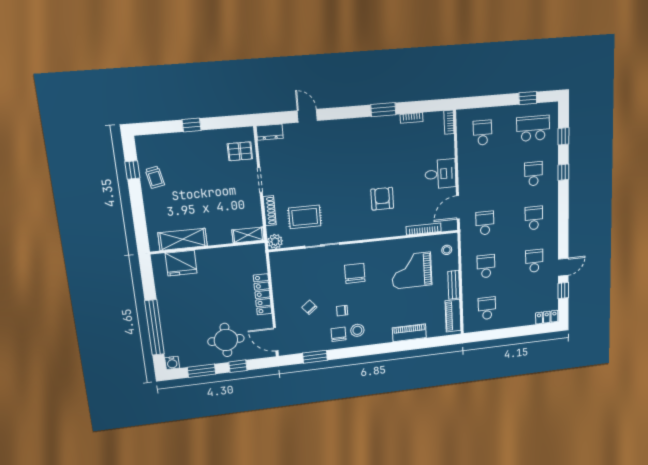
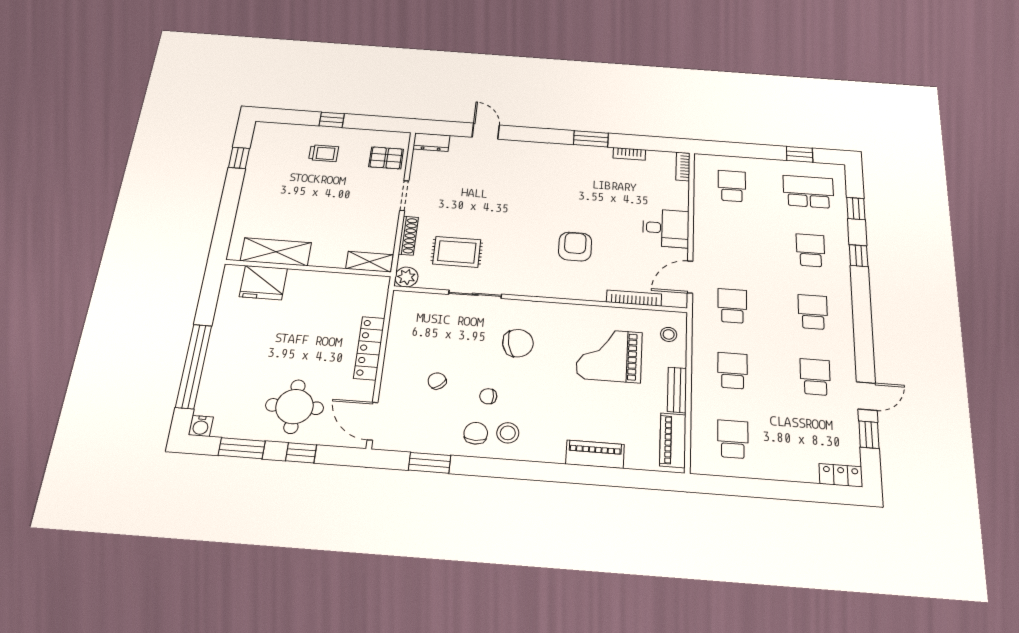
trolley: (155, 177) -> (324, 153), moved, turned -79
chair: (355, 273) -> (518, 343), turned 78

